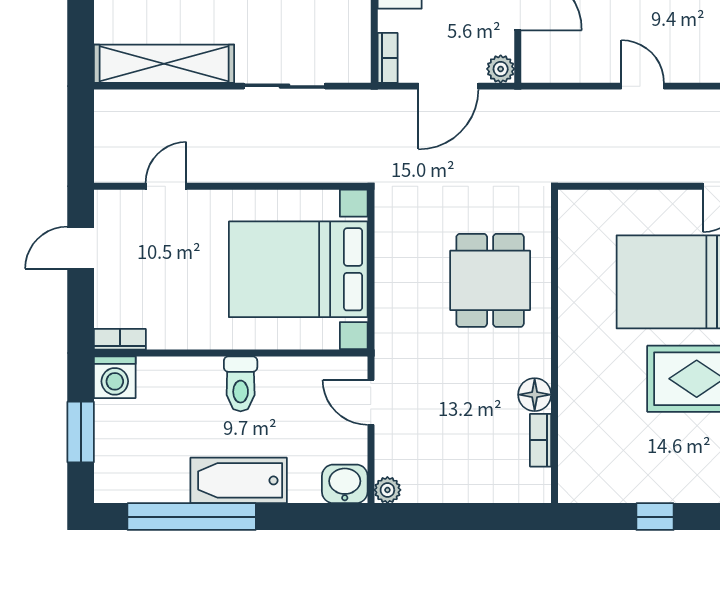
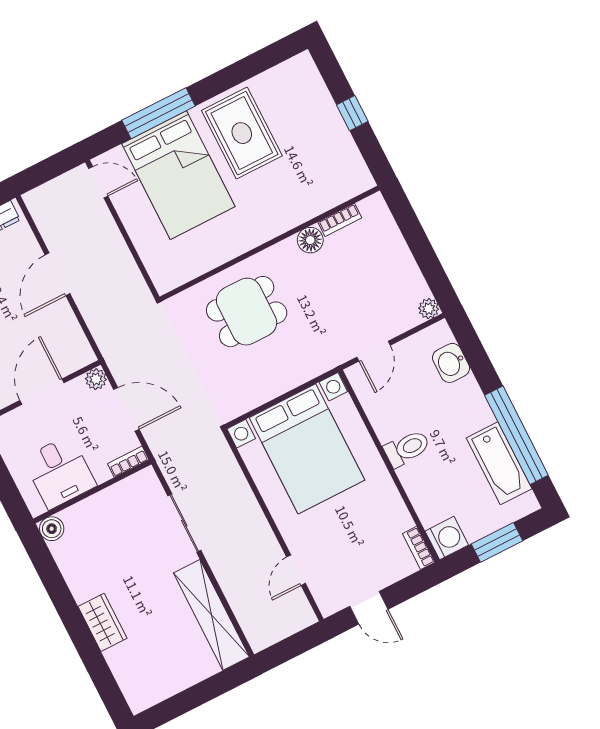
door: (643, 86) -> (58, 274), width x1.38
door: (166, 186) -> (296, 570), hinge flipped
bathtub: (239, 480) -> (499, 463), moved
washbasin: (345, 484) -> (451, 363), moved

